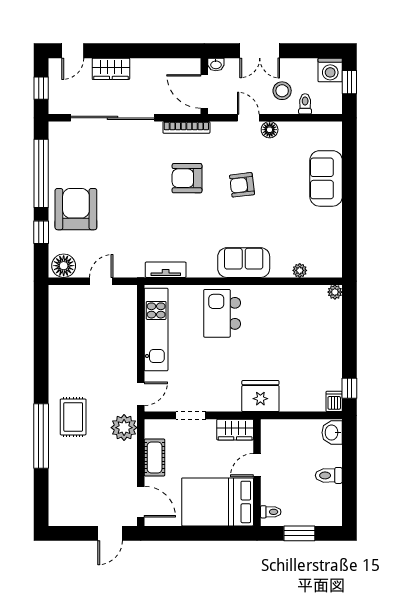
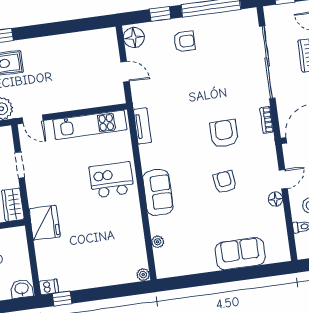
bookcase: (186, 127) -> (267, 120), width x0.64
armchair: (76, 209) -> (184, 41), width x0.53, depth x0.53

